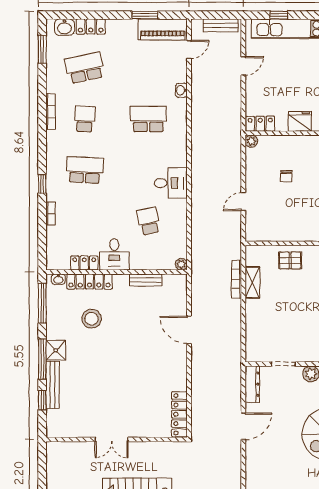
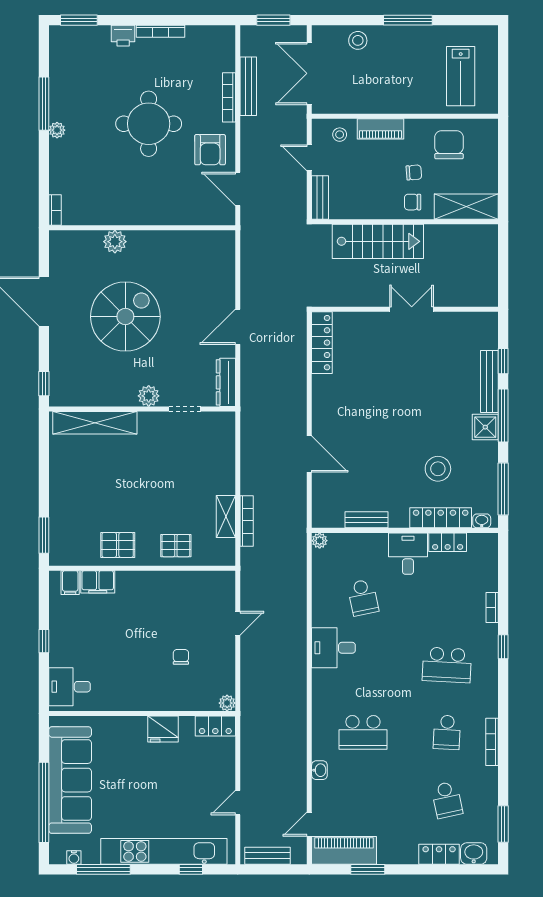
school desk: (85, 68) -> (447, 800), width x0.54

